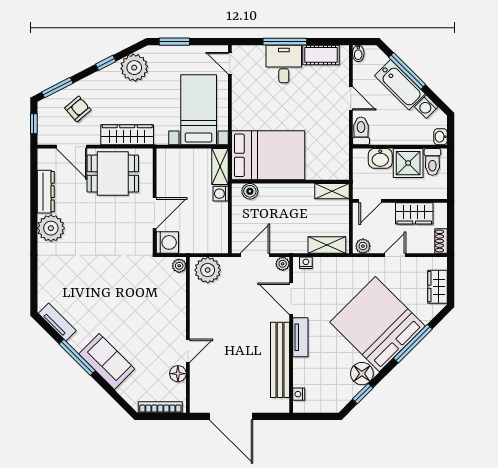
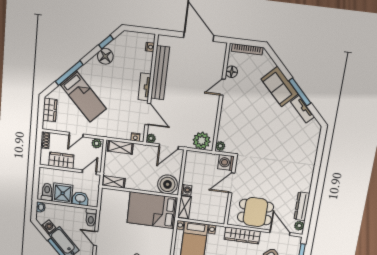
boiler: (250, 191) -> (167, 184), width x1.86, depth x1.86
plant: (51, 228) -> (299, 226), moved, width x0.53, depth x0.53
tv unit: (57, 322) -> (303, 109), moved
bed: (377, 324) -> (83, 96), width x0.49

